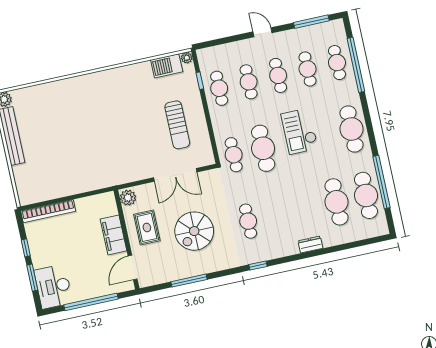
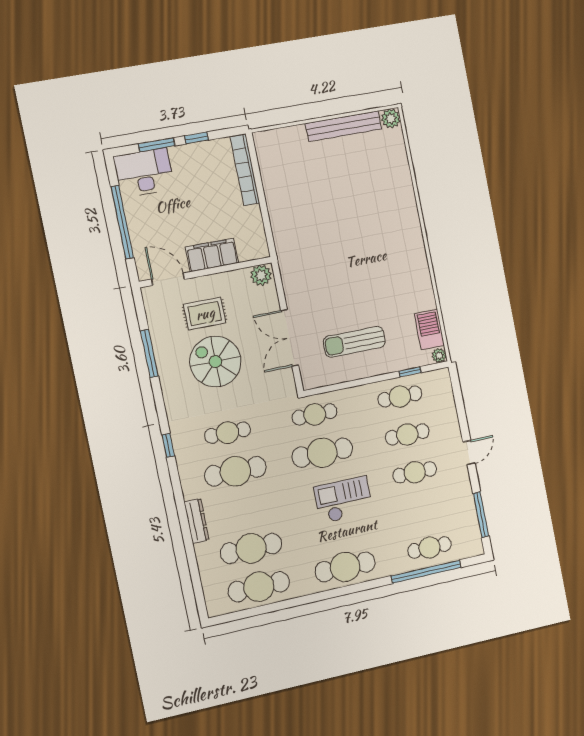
cafe table: (308, 69) -> (235, 471), moved, width x1.37, depth x1.35
window: (381, 182) -> (276, 607), removed
rug: (147, 227) -> (205, 314), moved
dresser: (310, 245) -> (197, 521), width x1.44

